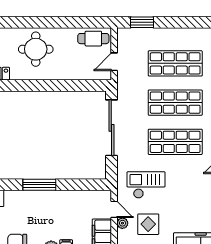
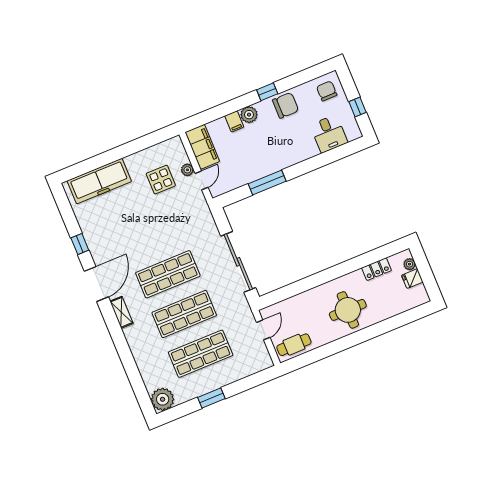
window: (142, 22) -> (211, 398), moved
window: (39, 185) -> (267, 182), moved
checkout: (146, 185) -> (179, 218), removed
door: (114, 209) -> (202, 180), swing flipped

